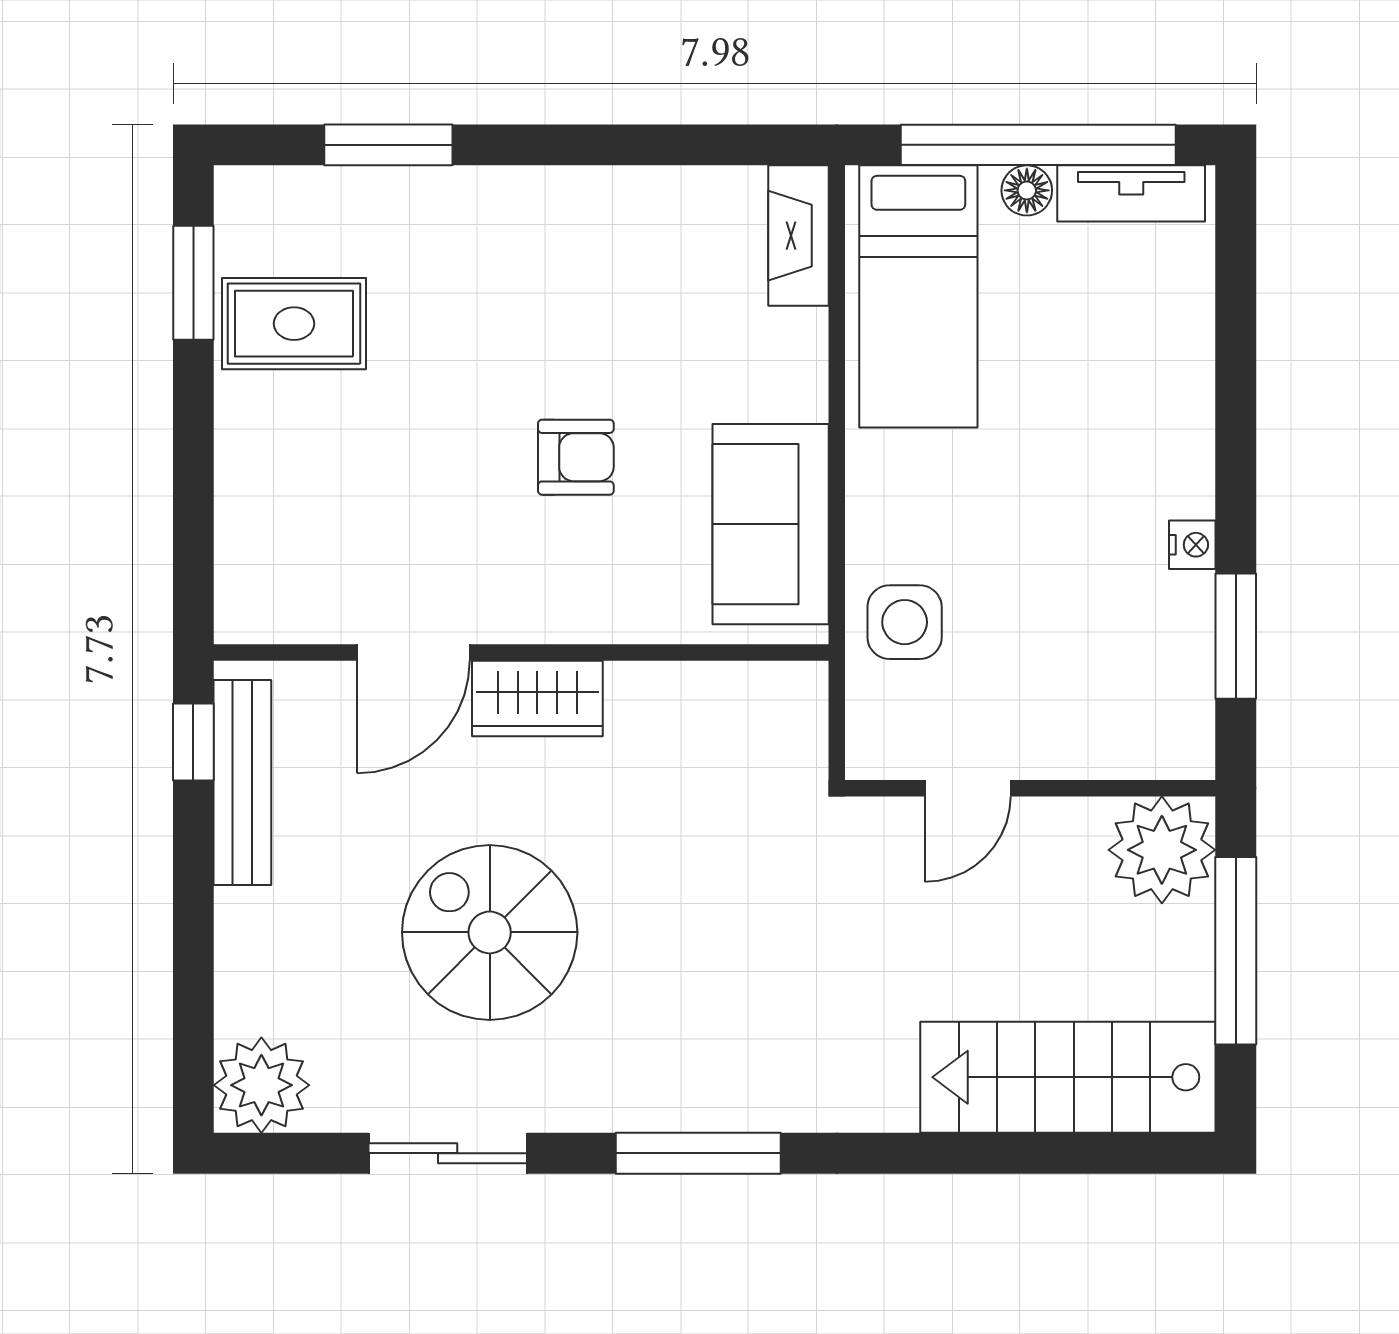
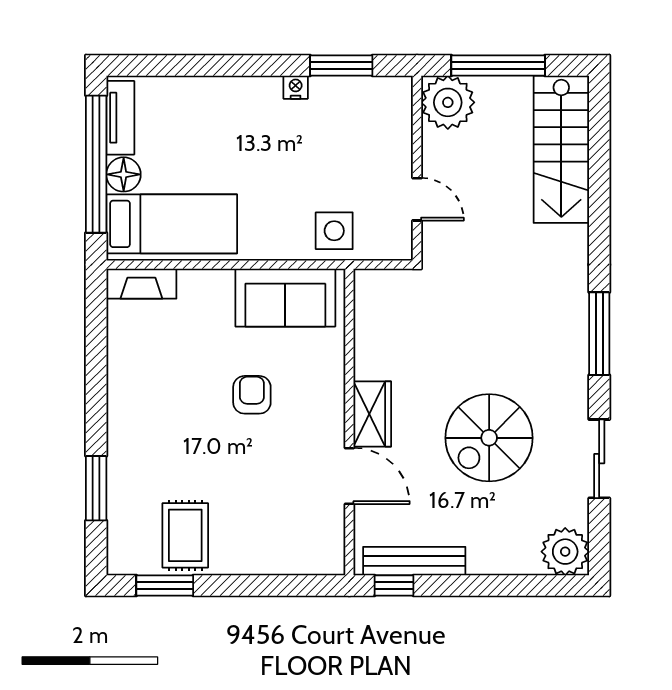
floor lamp: (1027, 190) -> (124, 174), width x1.37, depth x1.37

